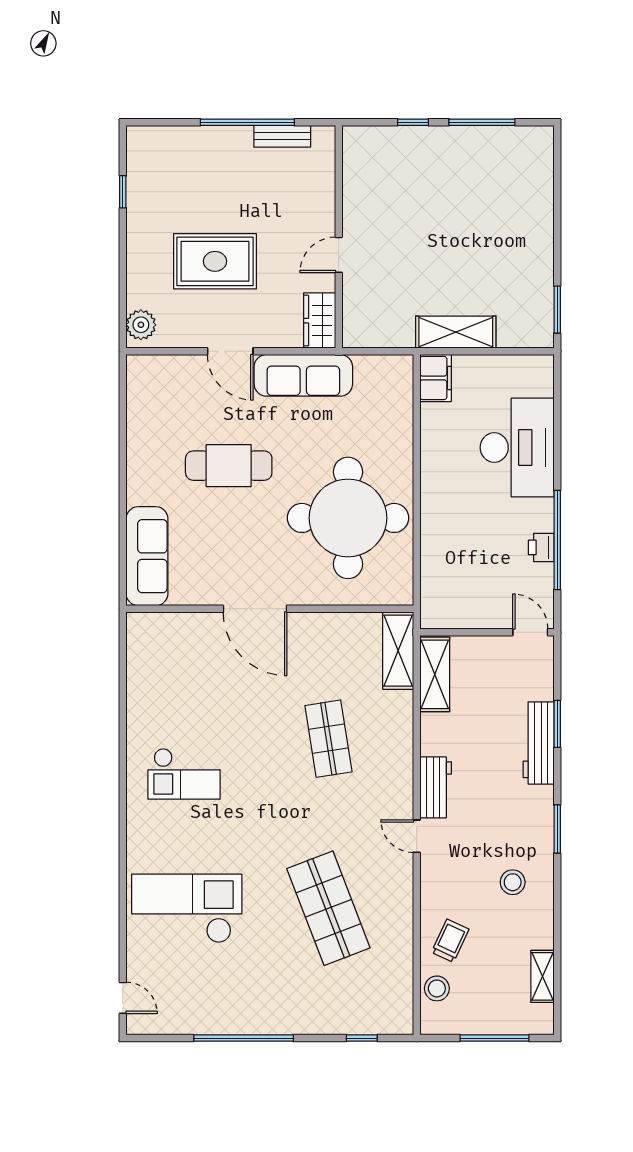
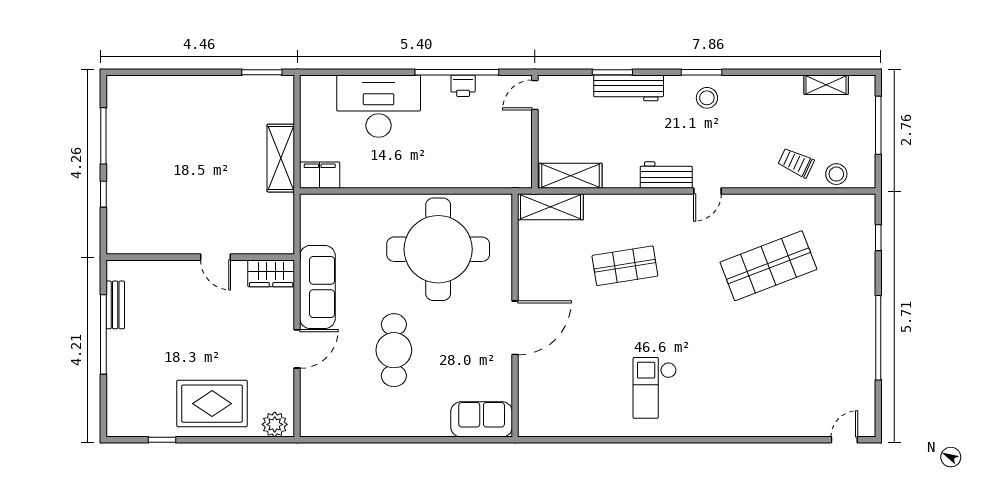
rug: (215, 261) -> (212, 404), moved, turned 90
sofa: (147, 556) -> (482, 419), width x0.73
checkout: (184, 774) -> (655, 388), turned 180
stool: (513, 882) -> (707, 98), moved
checkout: (187, 908) -> (769, 386), removed

